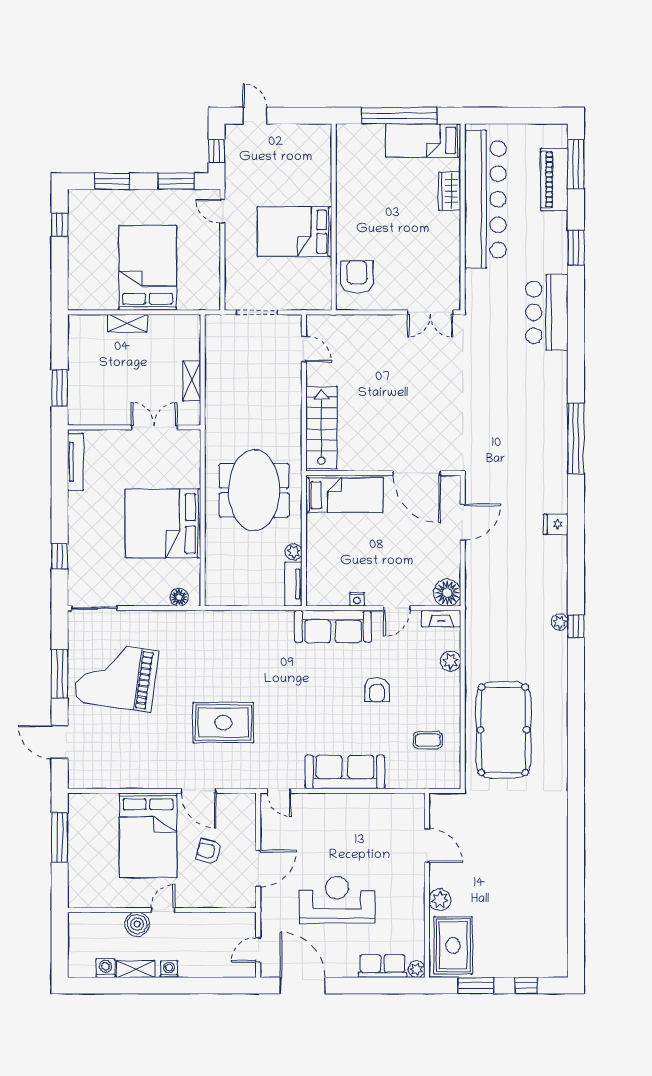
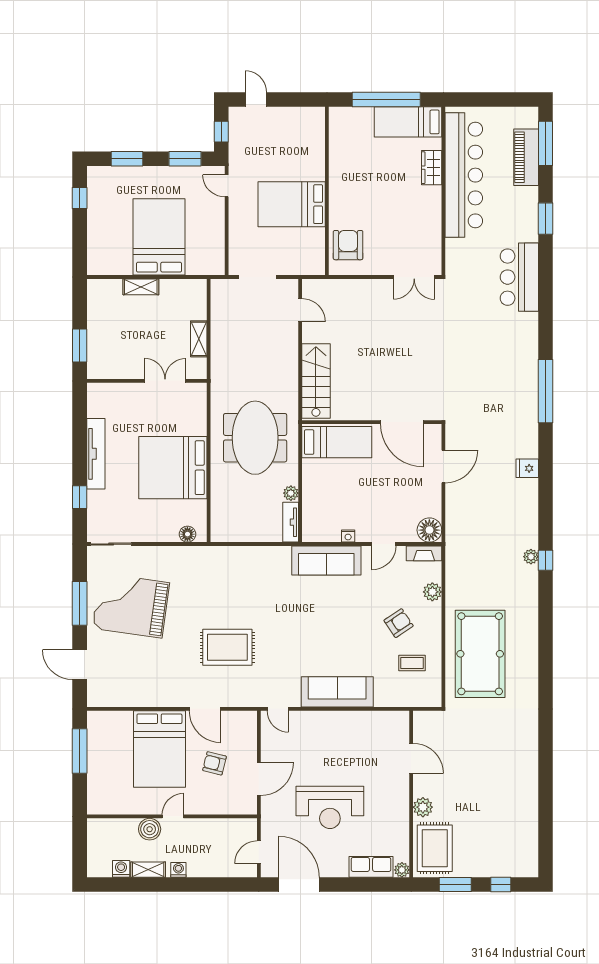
tv unit: (75, 462) -> (96, 454), moved, width x1.36, depth x1.29
armchair: (377, 690) -> (399, 623), moved, turned -124
reception desk: (337, 900) -> (330, 807), turned 180

